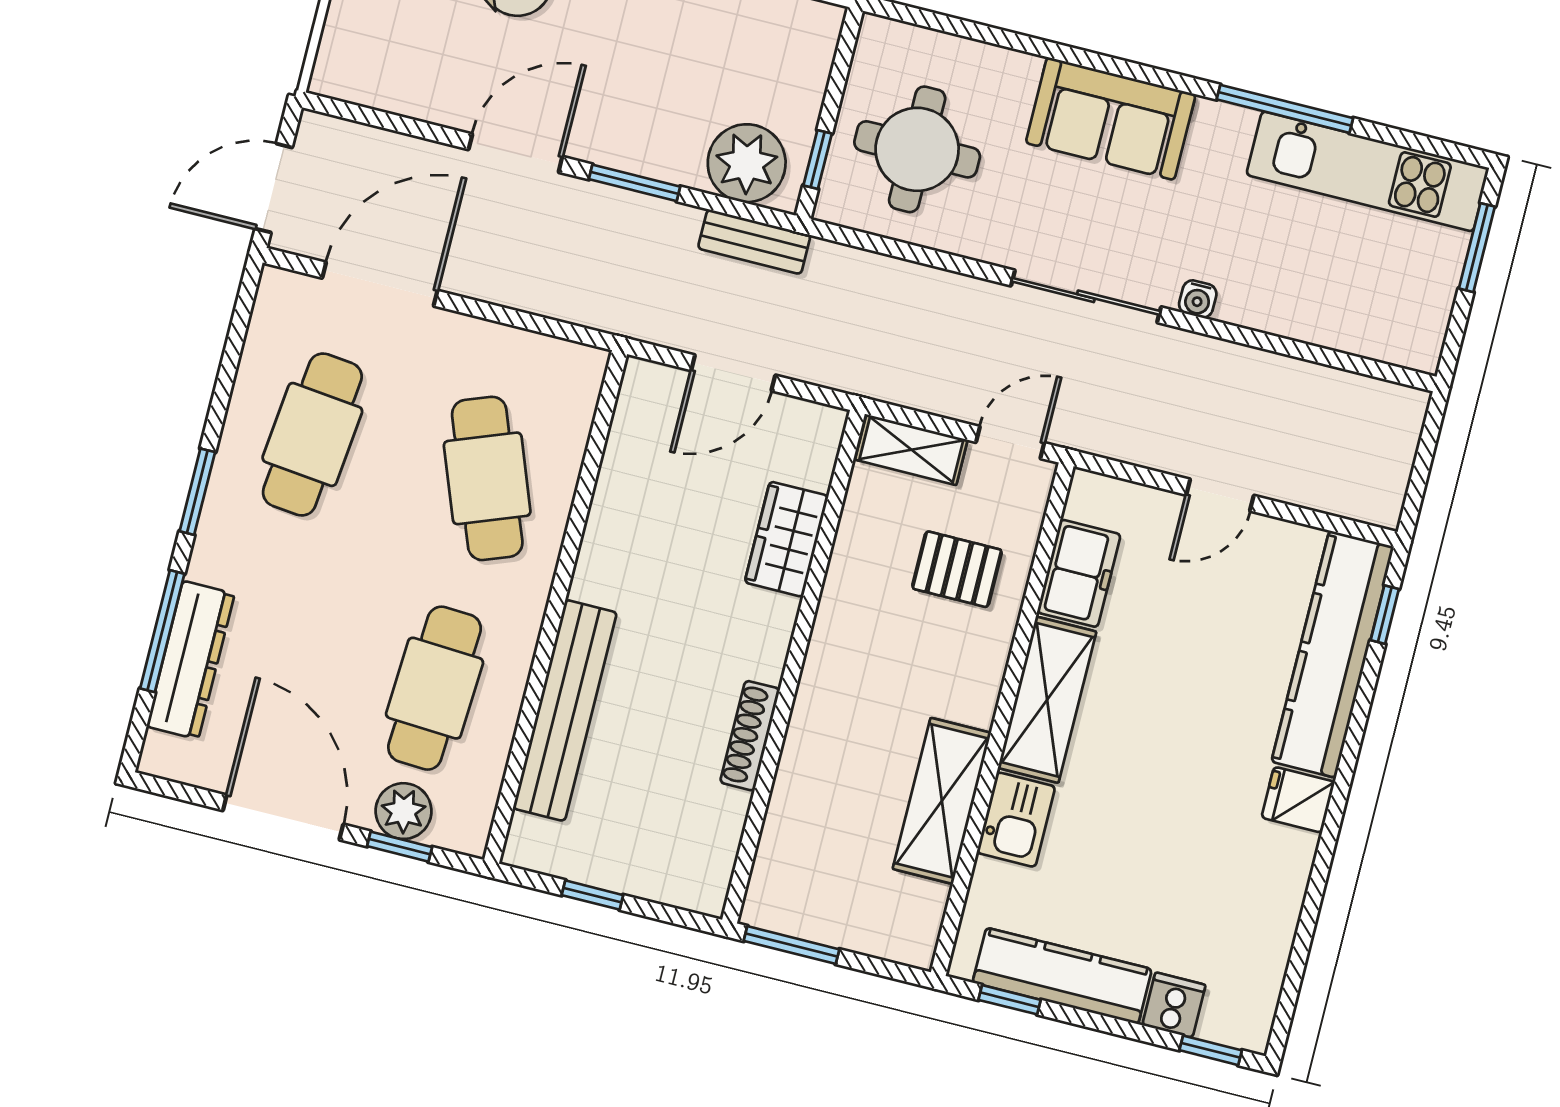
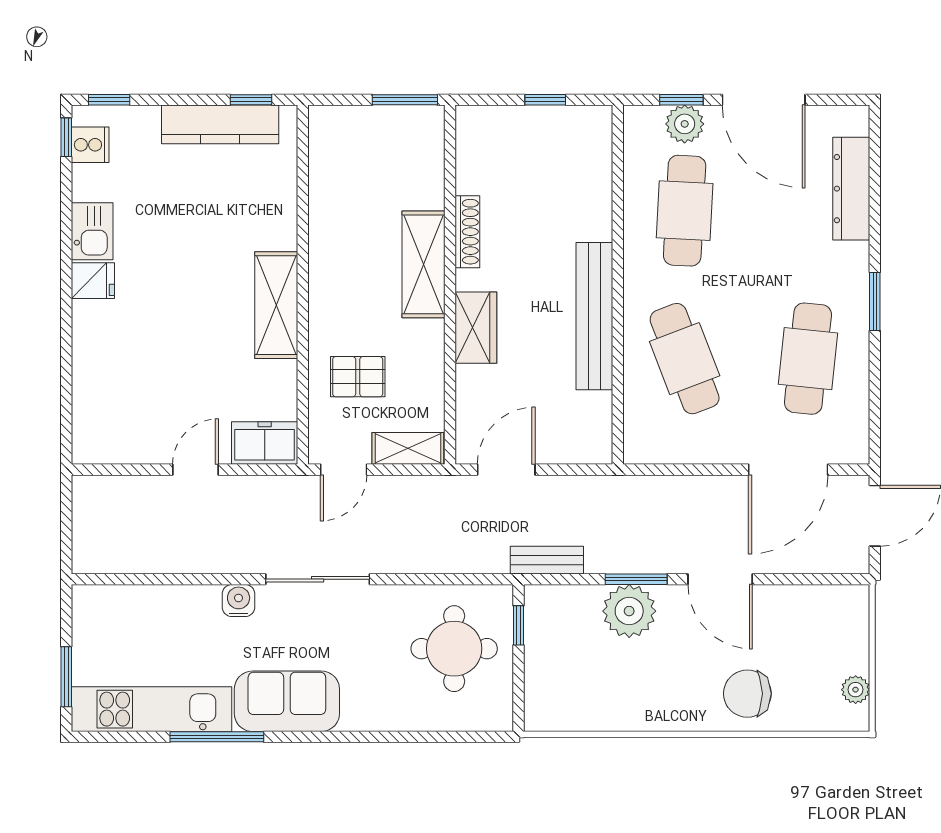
sofa: (1111, 119) -> (287, 701), moved
door: (515, 153) -> (720, 579), hinge flipped
plant: (747, 163) -> (629, 611), moved
water cooler: (1198, 299) -> (239, 601), width x1.38, depth x1.38
door: (733, 373) -> (506, 470), moved
wardrobe: (787, 539) -> (476, 328), moved
freezer: (1079, 573) -> (265, 443), moved, turned 90
window: (1385, 615) -> (66, 137), moved
window: (162, 631) -> (875, 203), removed
kitchen counter: (1333, 654) -> (94, 383), removed
bench: (565, 710) -> (594, 316), moved
shelving: (942, 801) -> (423, 264), moved
kitchen sink: (1016, 820) -> (92, 231), moved, turned 180
cooker: (1174, 1005) -> (90, 145), moved, turned -90

